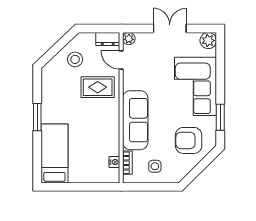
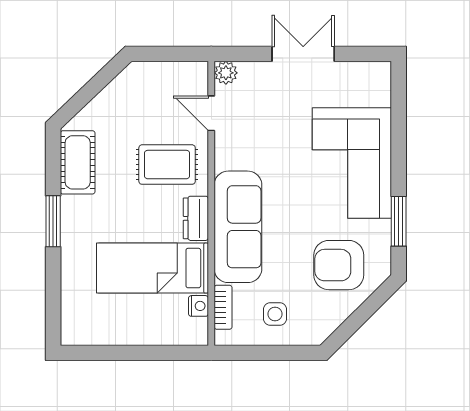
dresser: (108, 39) -> (196, 218), moved, turned 90
plant: (208, 41) -> (376, 76), removed
stool: (75, 59) -> (124, 112), removed
cot: (50, 86) -> (78, 162), added
bed: (54, 153) -> (153, 268), moved, turned -90

